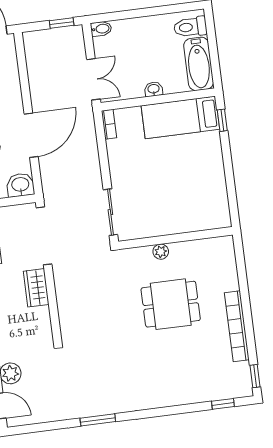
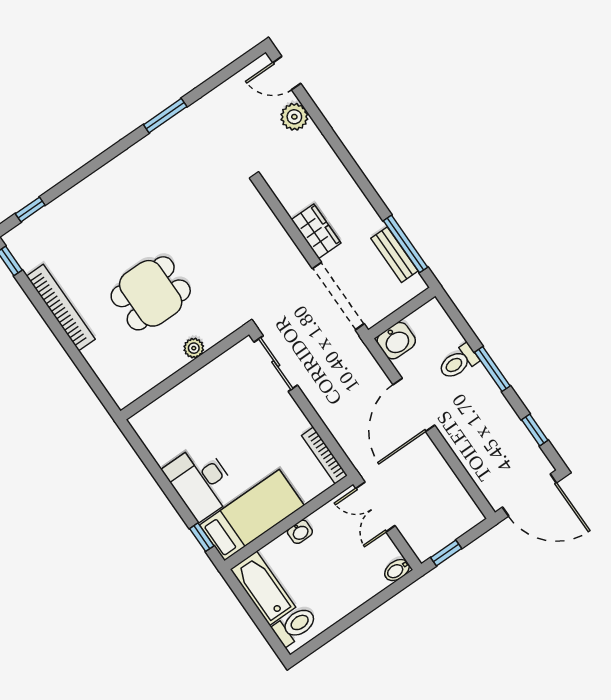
bookcase: (109, 124) -> (324, 456), width x1.56
desk: (203, 158) -> (201, 482), added

